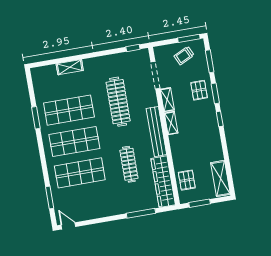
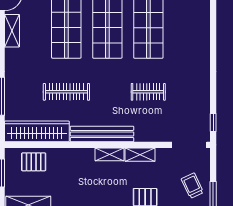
shelving: (70, 67) -> (12, 31), moved
doorway: (155, 75) -> (189, 145), moved
clothes rail: (118, 102) -> (148, 92), width x0.54, depth x0.76

